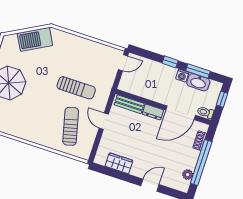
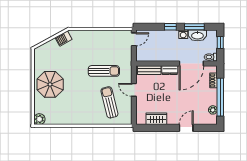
barbecue: (35, 39) -> (64, 38), width x0.53, depth x0.65

